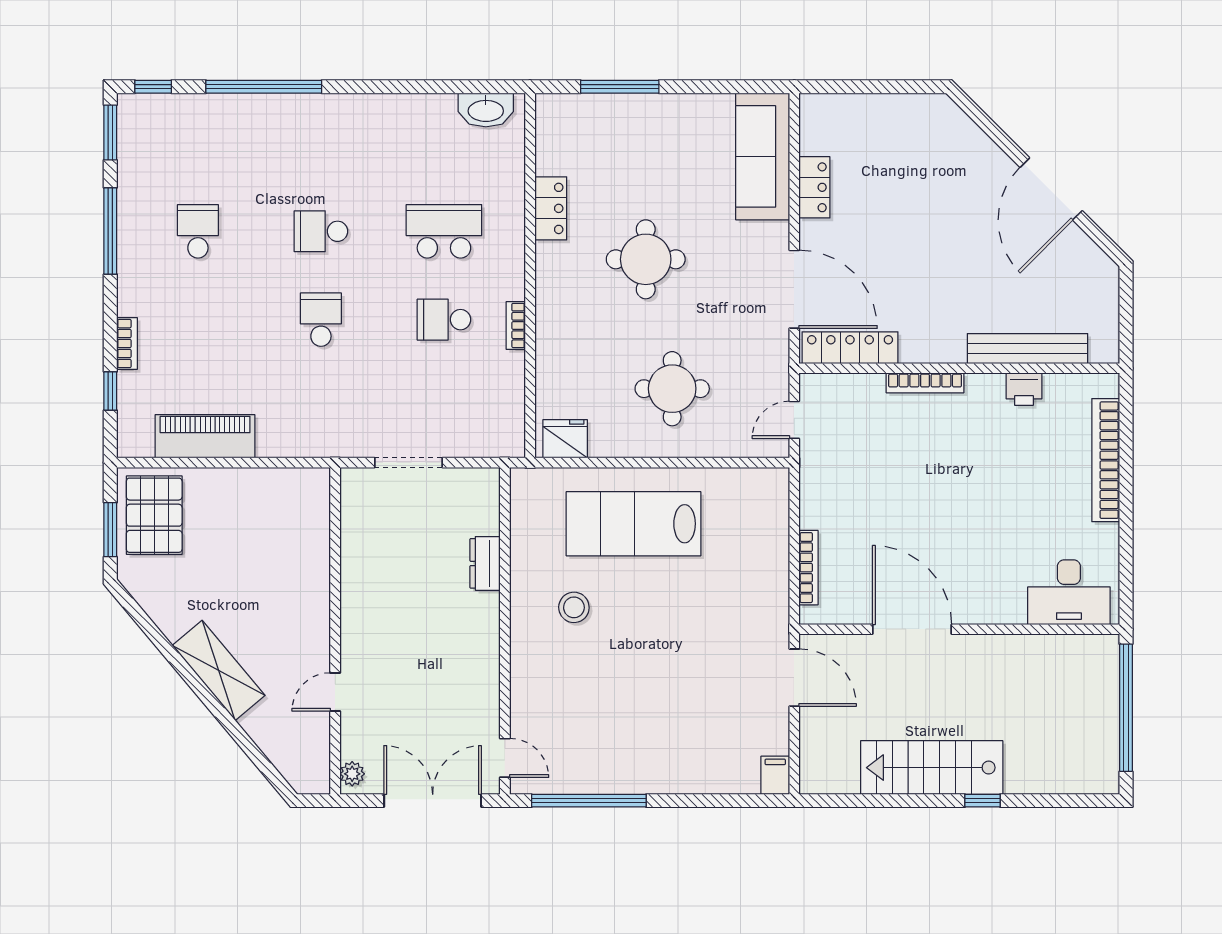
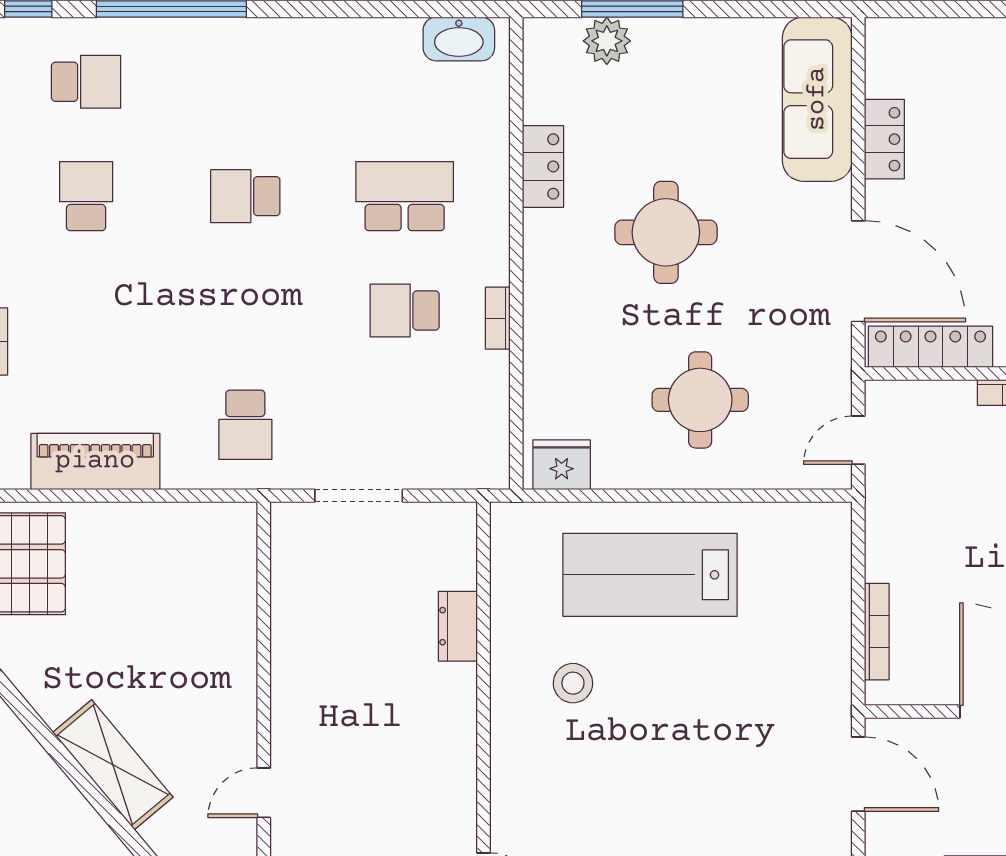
plant: (600, 111) -> (607, 41), added
school desk: (198, 143) -> (86, 82), added
school desk: (321, 320) -> (245, 425), moved, turned 180

